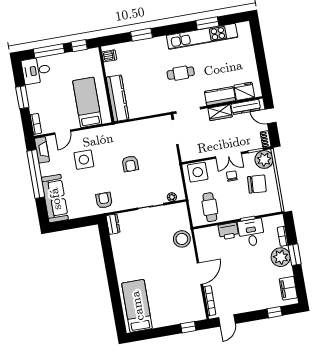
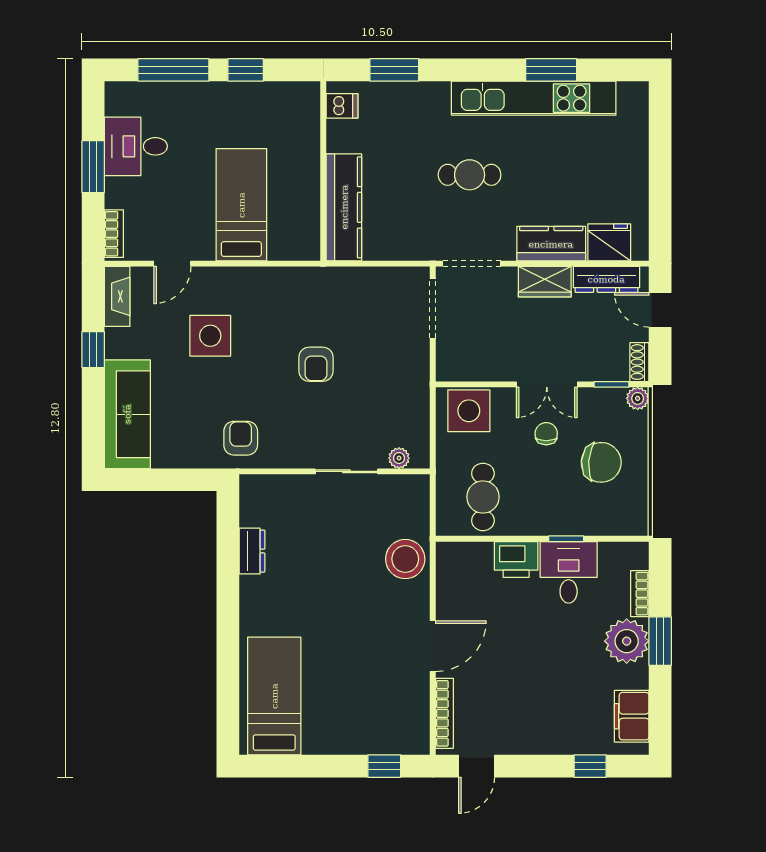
dishwasher: (109, 56) -> (342, 106), moved
desk: (36, 71) -> (136, 146), moved
wall: (106, 85) -> (323, 171), moved
kitchen counter: (117, 98) -> (344, 207), moved
plant: (264, 159) -> (638, 398), width x0.53, depth x0.53
window: (36, 174) -> (93, 350), width x0.32
dresser: (113, 224) -> (252, 551), moved

